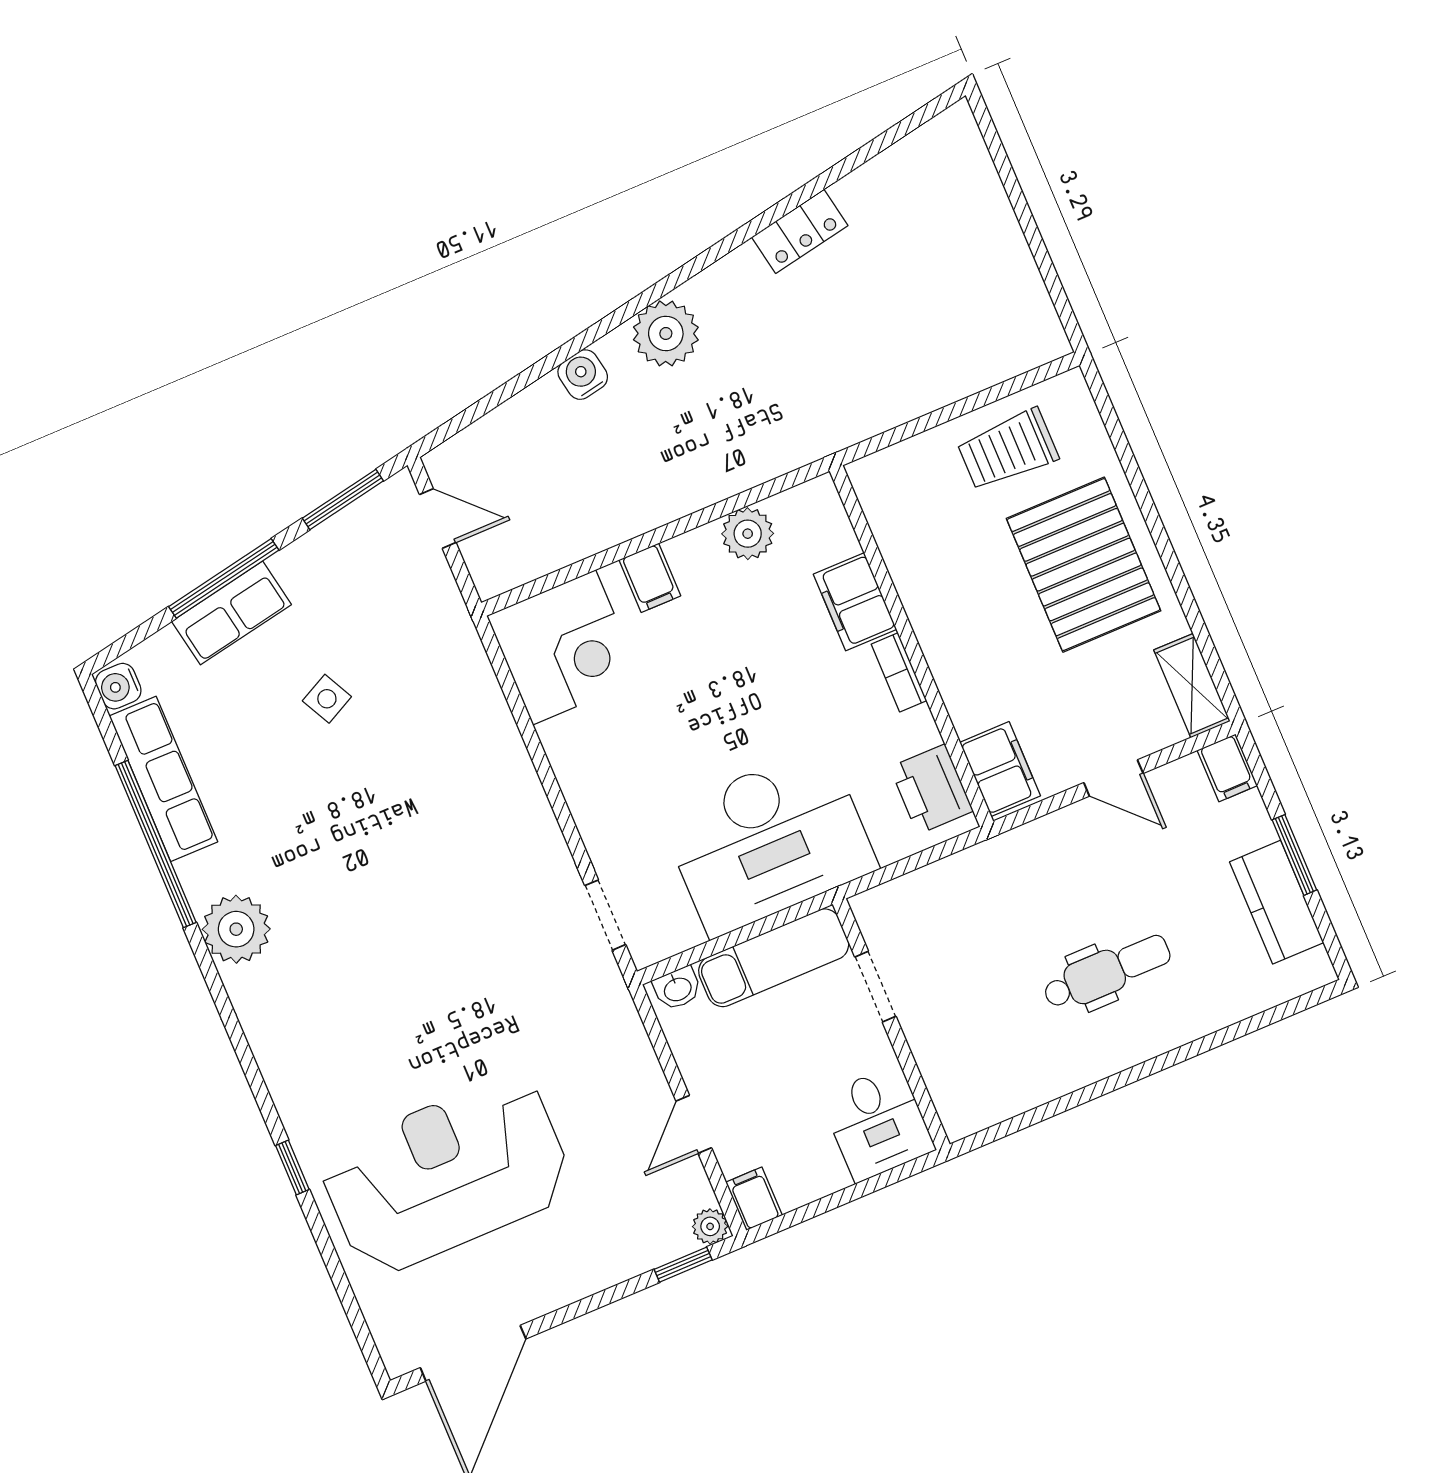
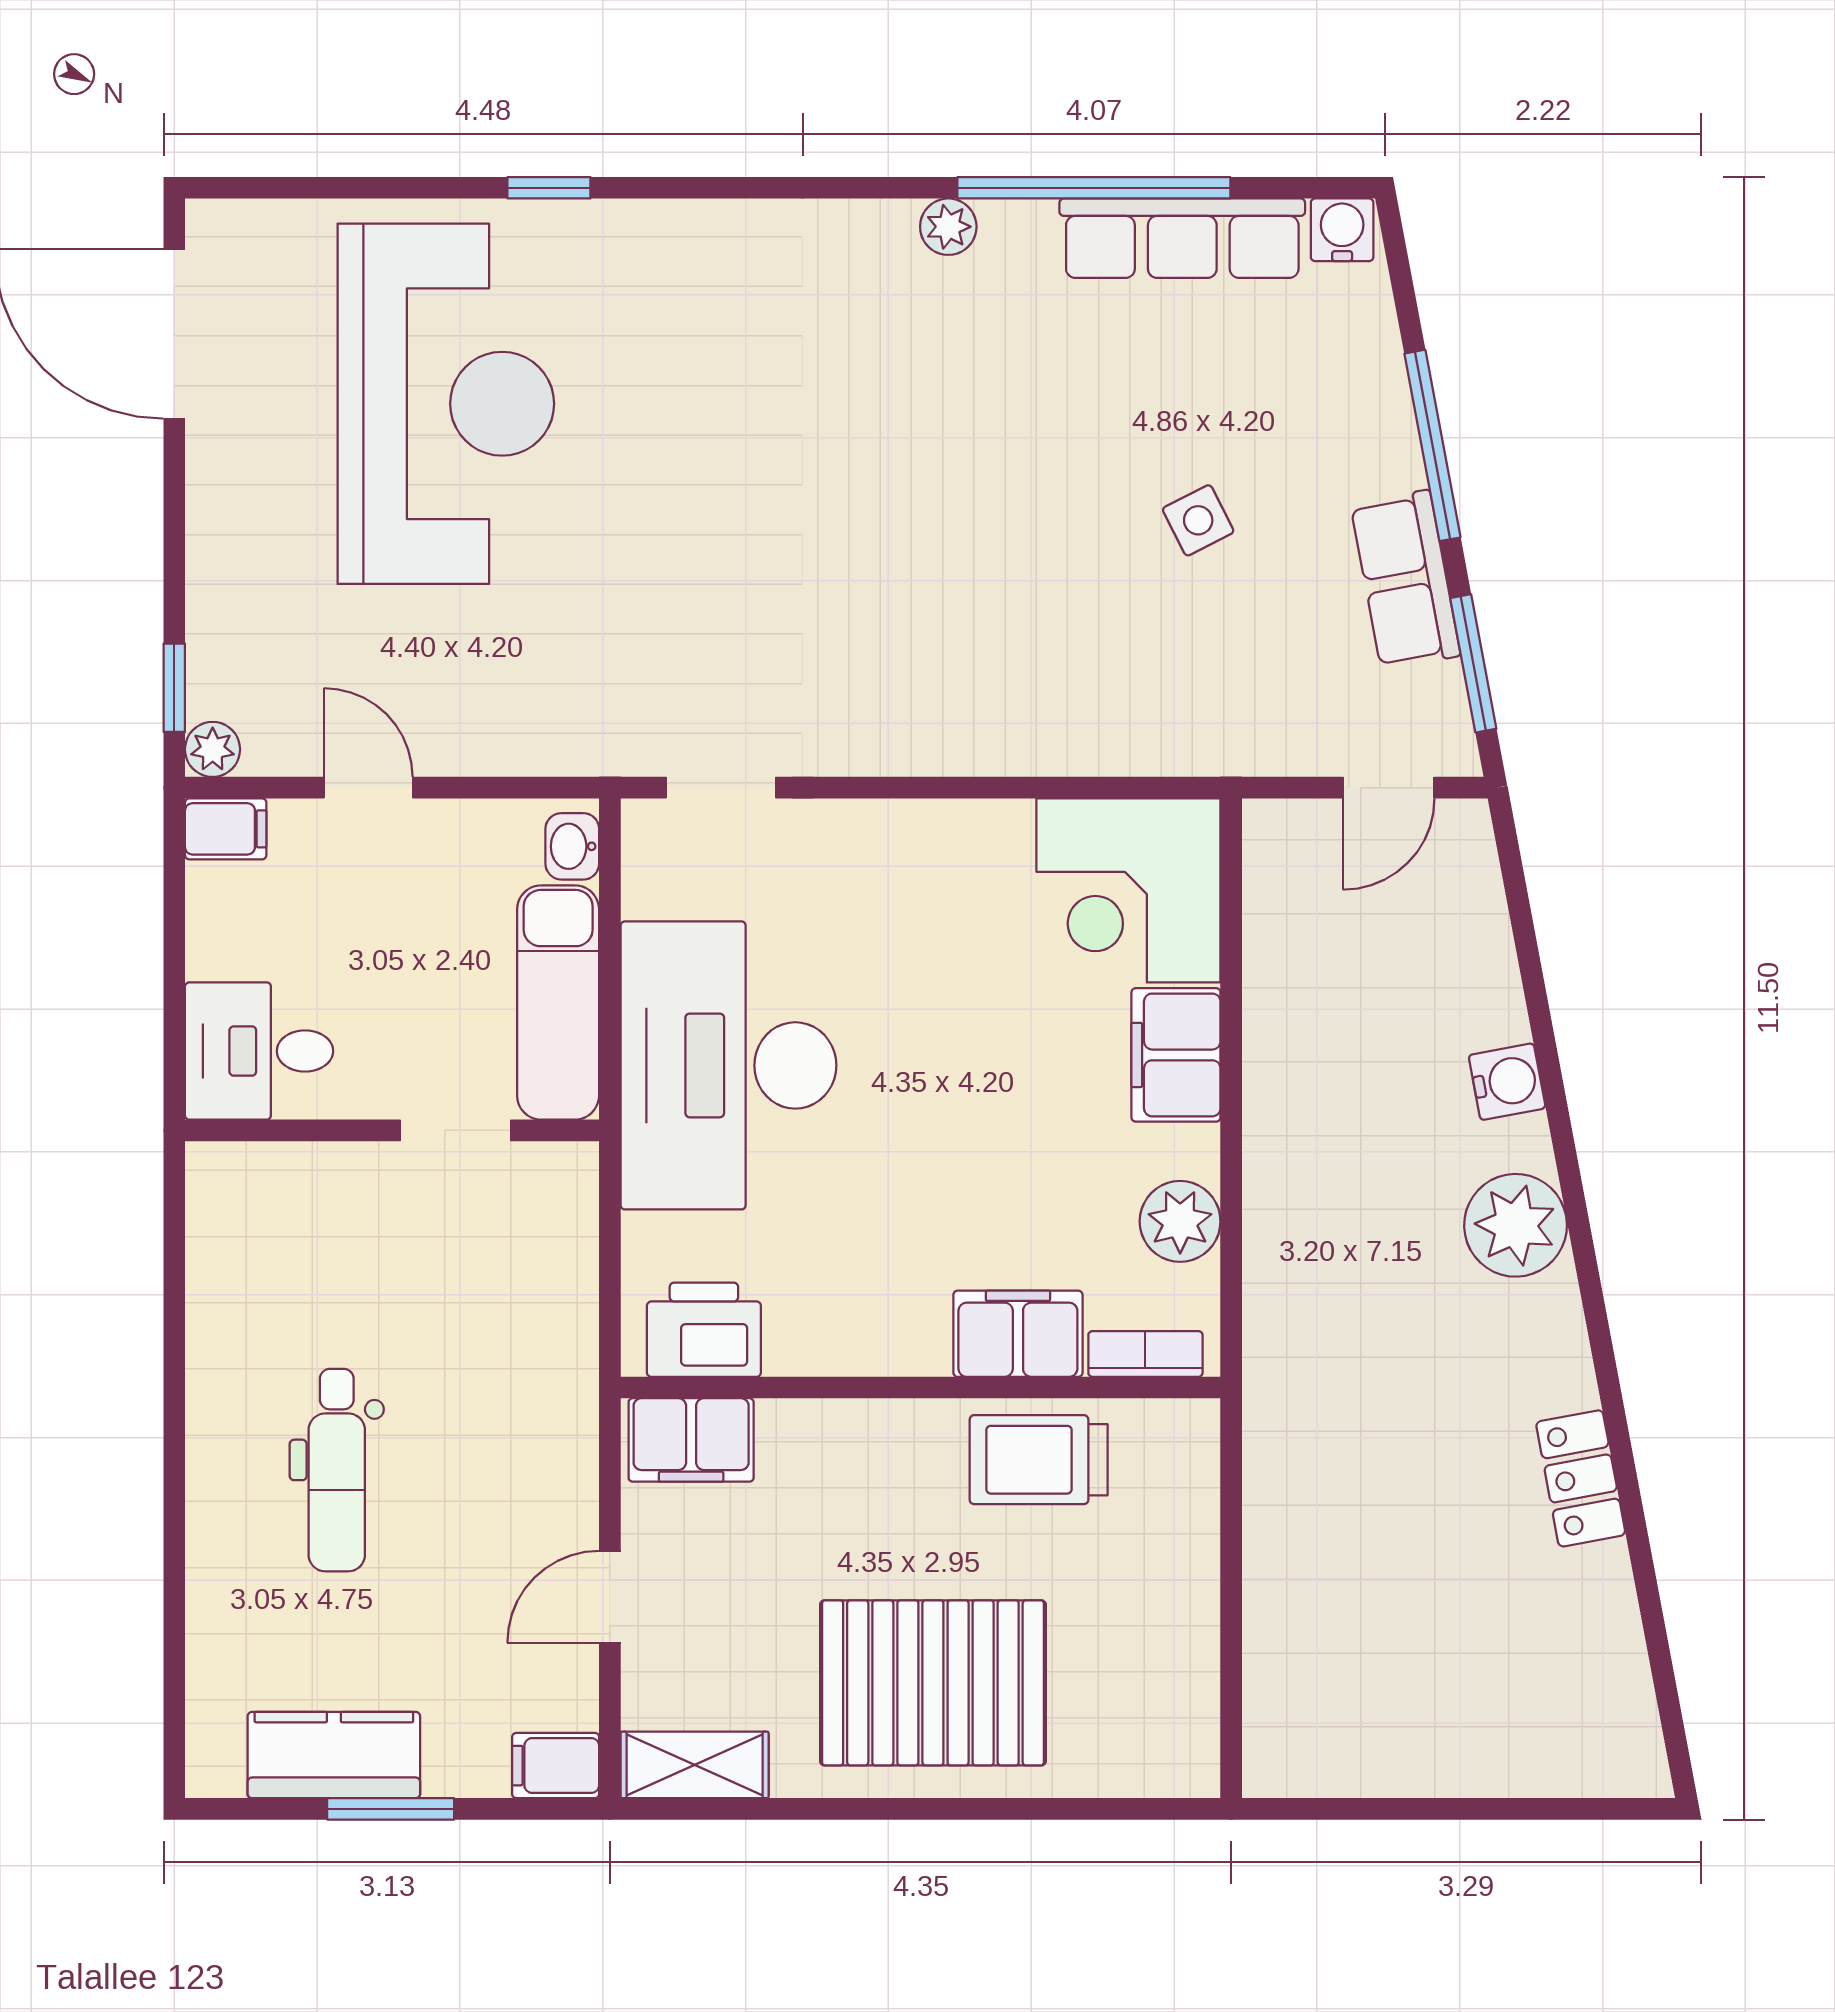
trolley: (1008, 450) -> (1039, 1460), moved, turned -90
filing cabinet: (650, 578) -> (1176, 1055), width x2.00
row of seats: (232, 613) -> (1405, 580), moved
bookcase: (899, 672) -> (1145, 1354), moved
plant: (236, 929) -> (948, 227), width x0.53, depth x0.53

